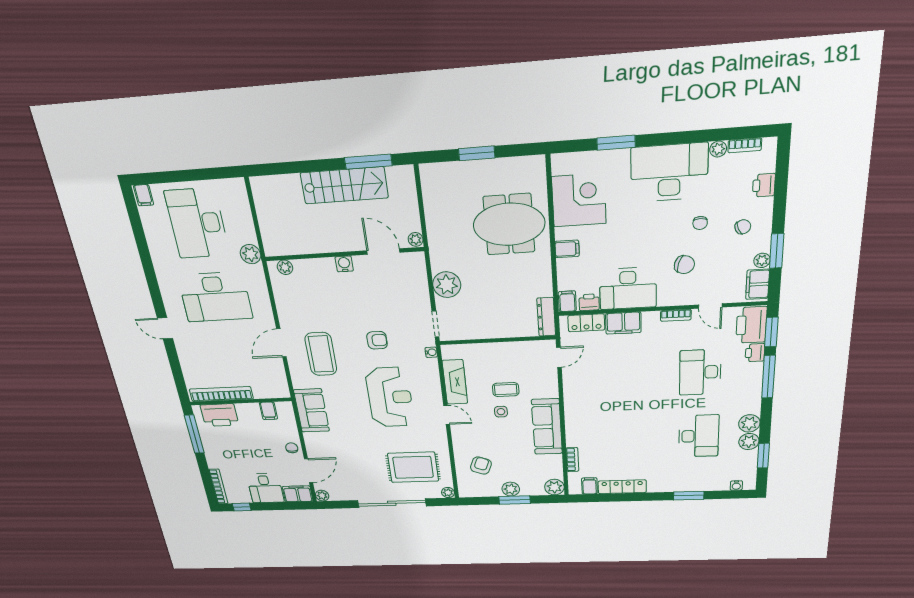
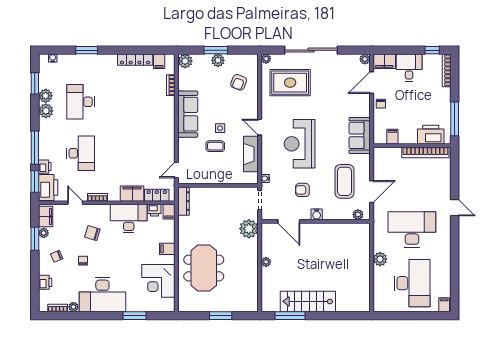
meeting table: (509, 224) -> (204, 268), turned 90
door: (383, 252) -> (289, 221), moved
wall: (344, 254) -> (316, 221), moved
water cooler: (344, 264) -> (317, 214), moved
plant: (285, 267) -> (358, 215), moved

